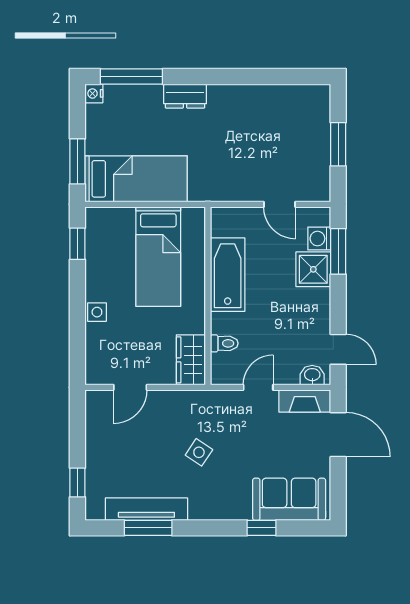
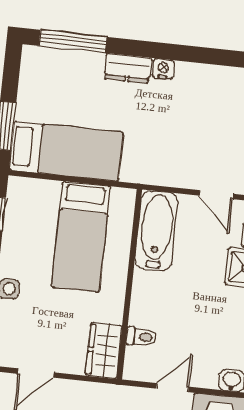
nightstand: (94, 93) -> (163, 69), moved, turned 90
bathtub: (228, 275) -> (156, 231), moved

